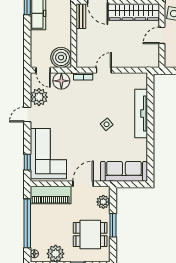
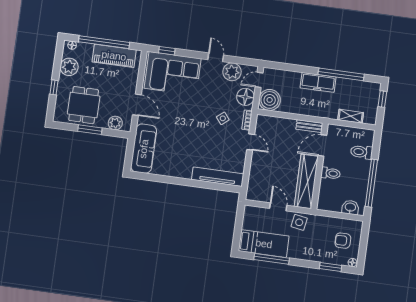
tv unit: (141, 113) -> (218, 177), moved
side table: (107, 124) -> (223, 118), moved
piano: (51, 195) -> (114, 56), moved, turned -90

